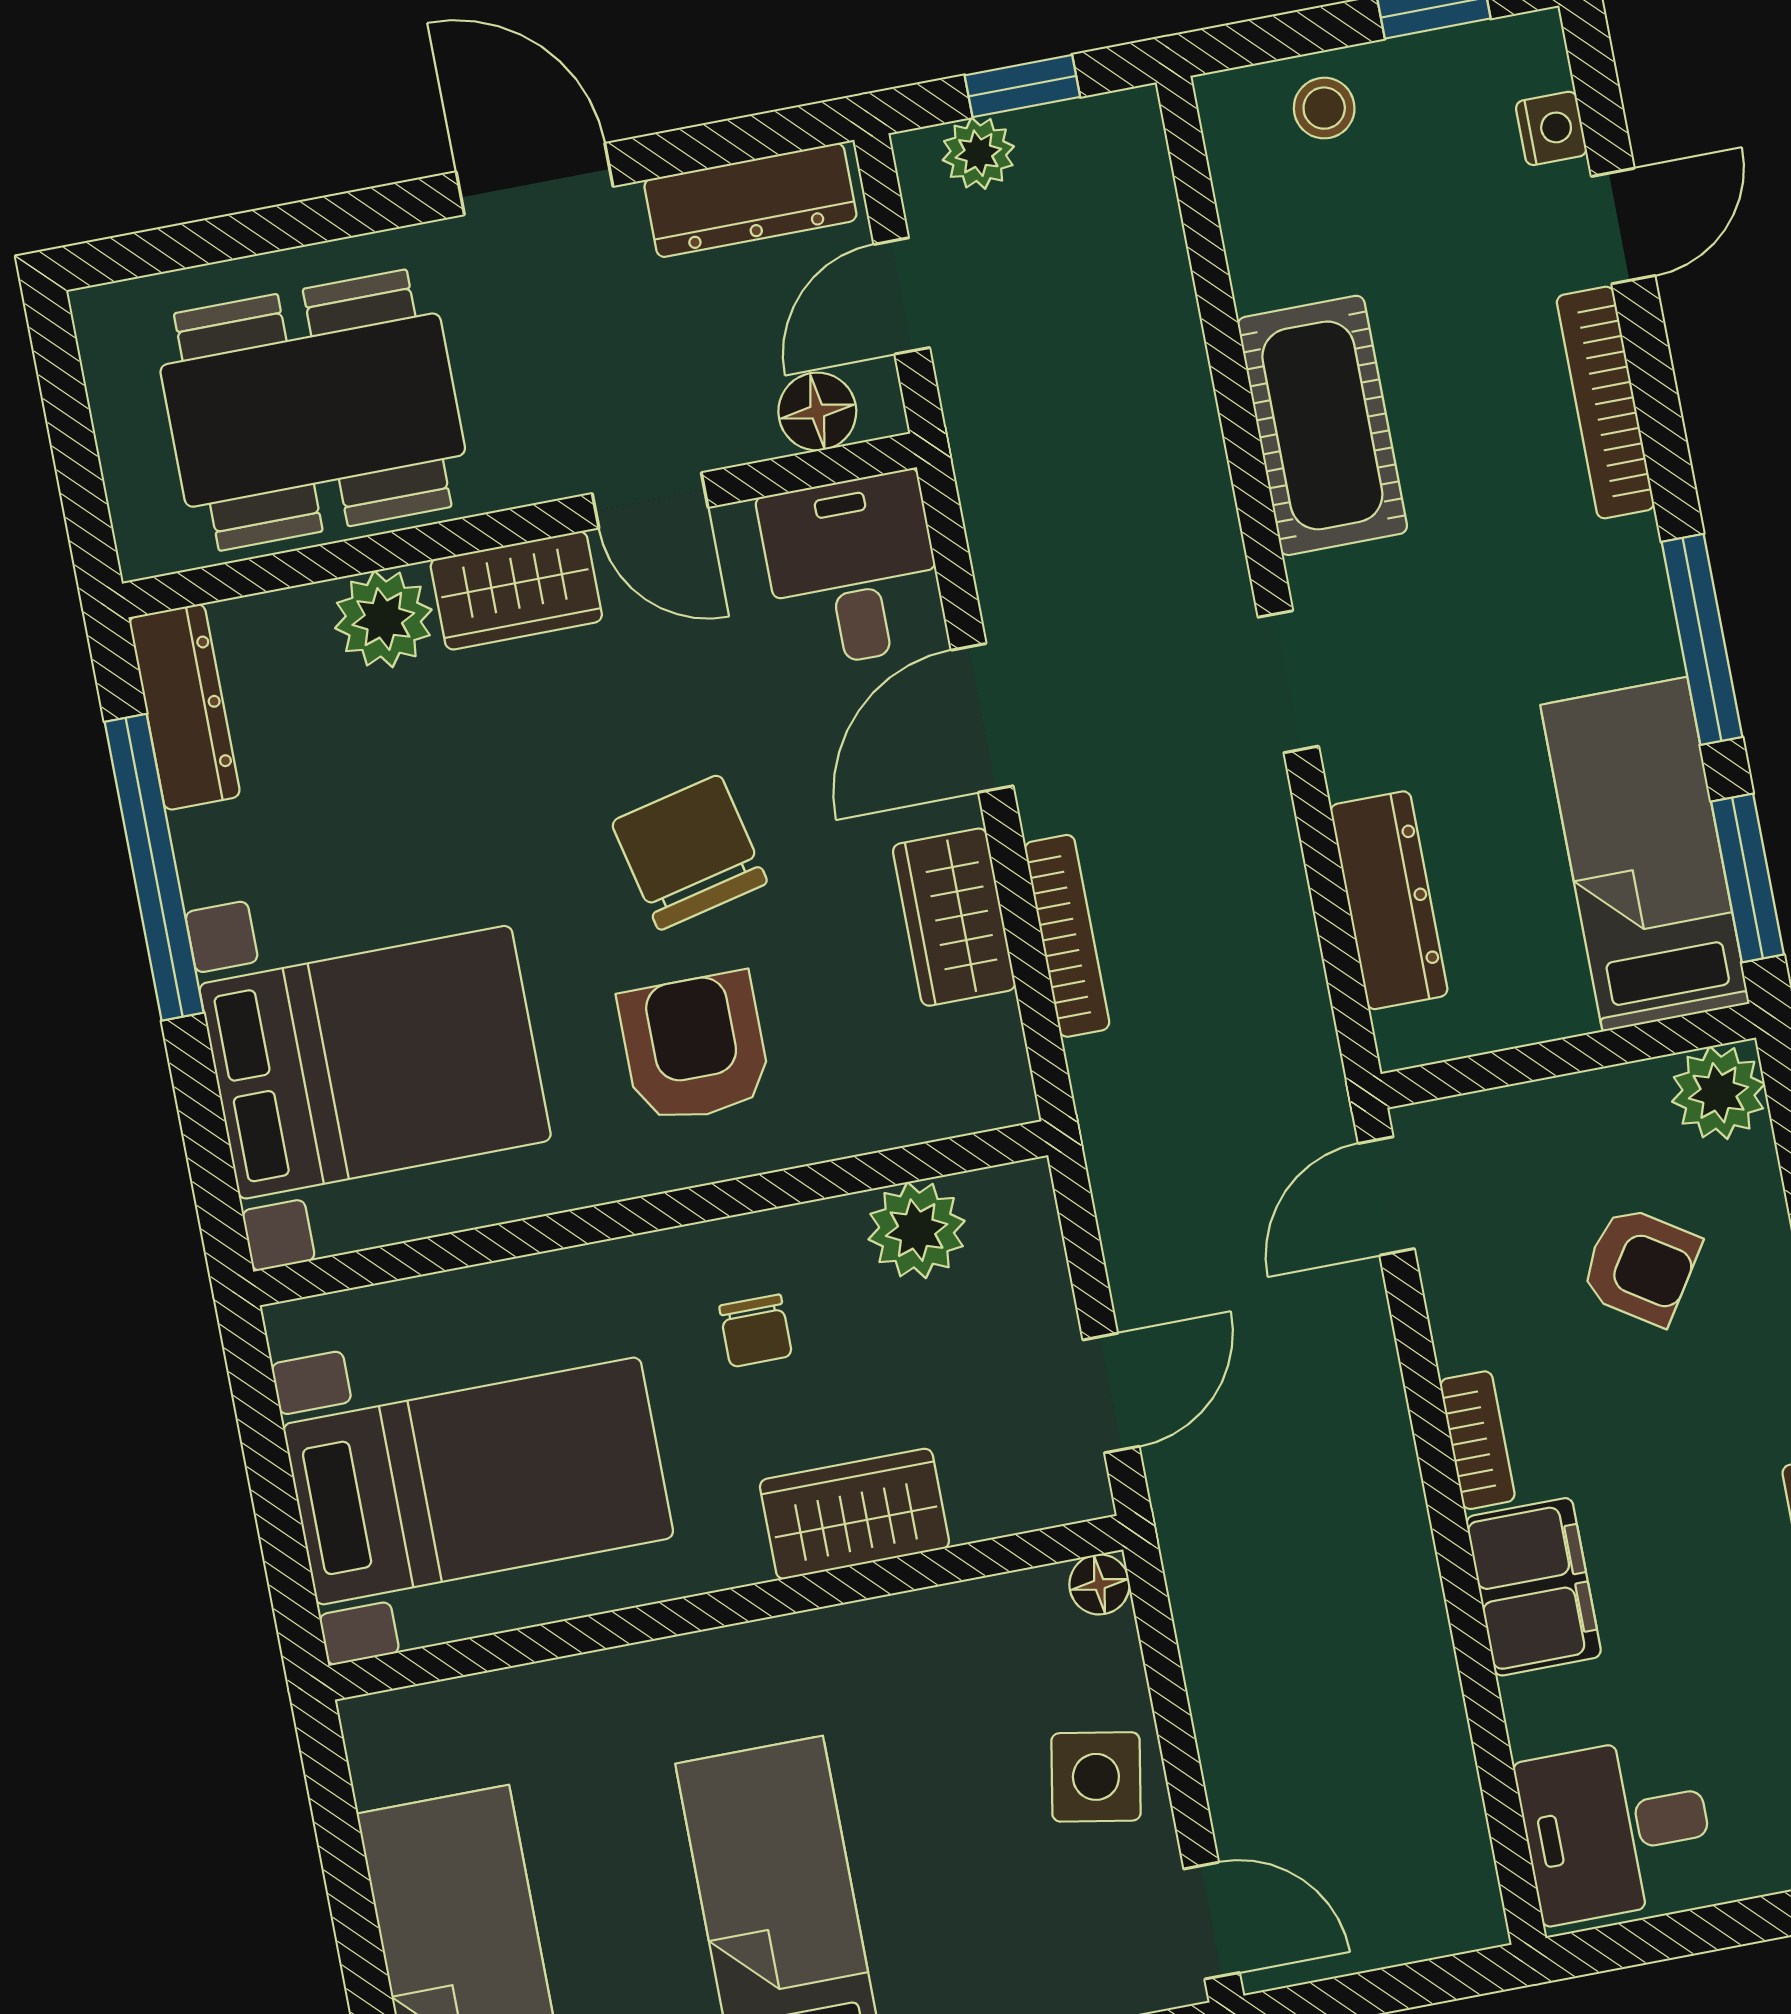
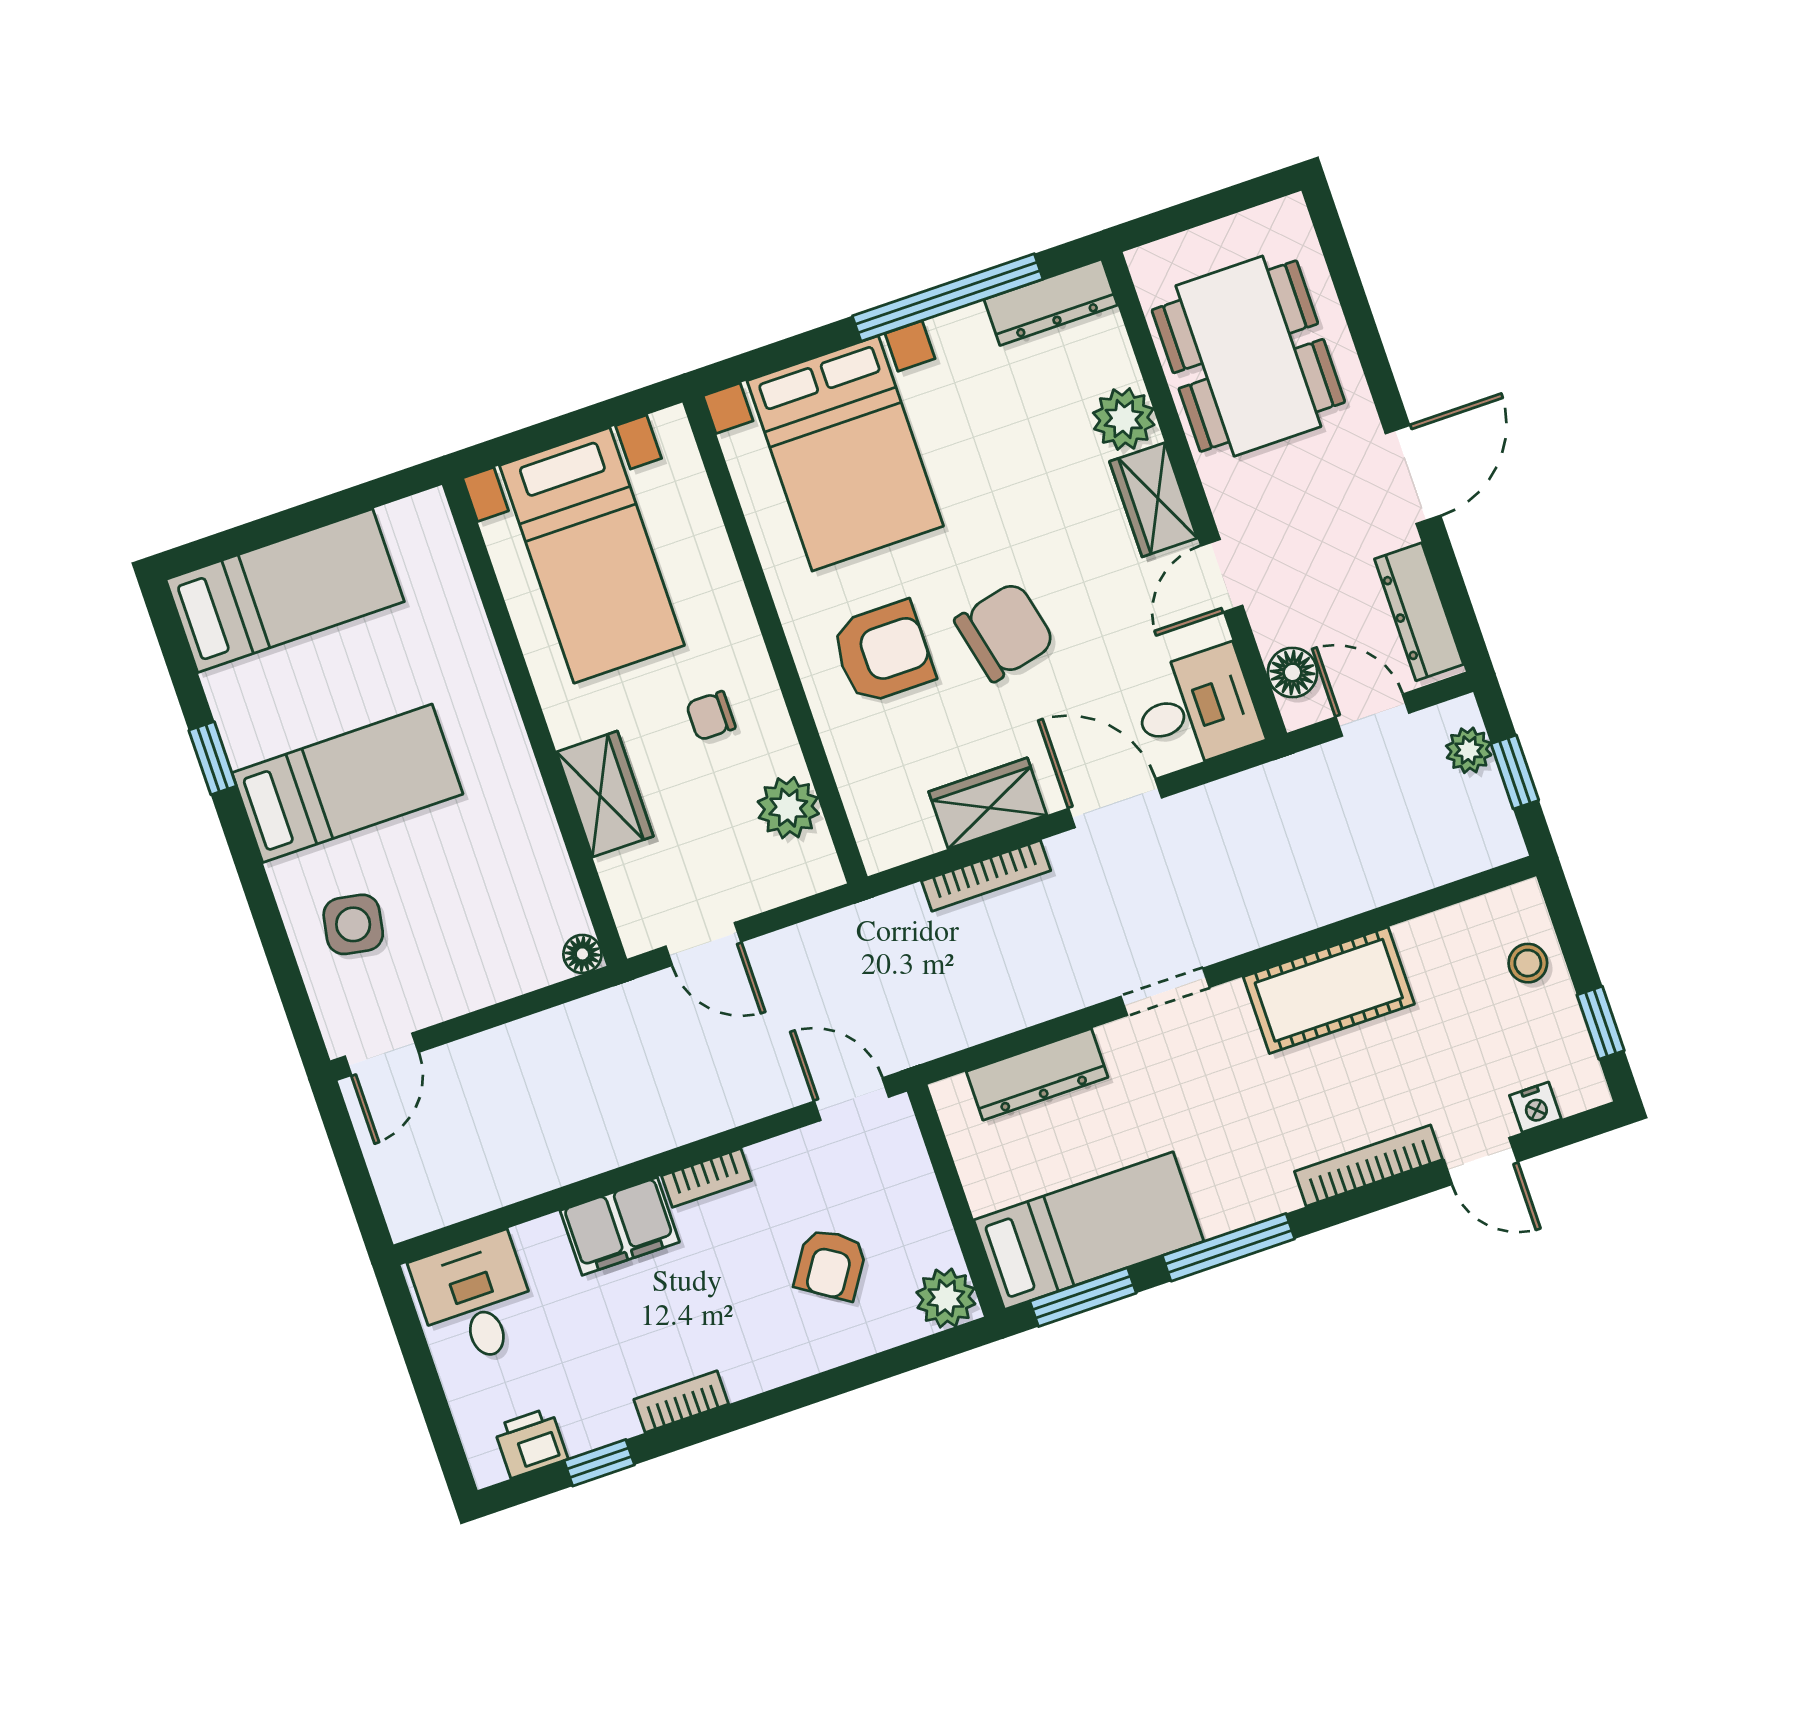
side table: (1096, 1777) -> (353, 924), moved

